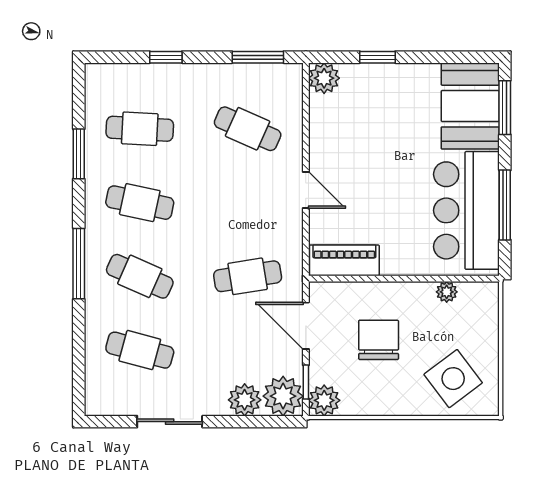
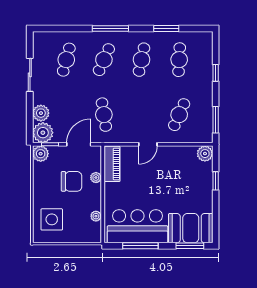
plant: (371, 292) -> (96, 178), added
side table: (453, 379) -> (52, 219), turned 37

